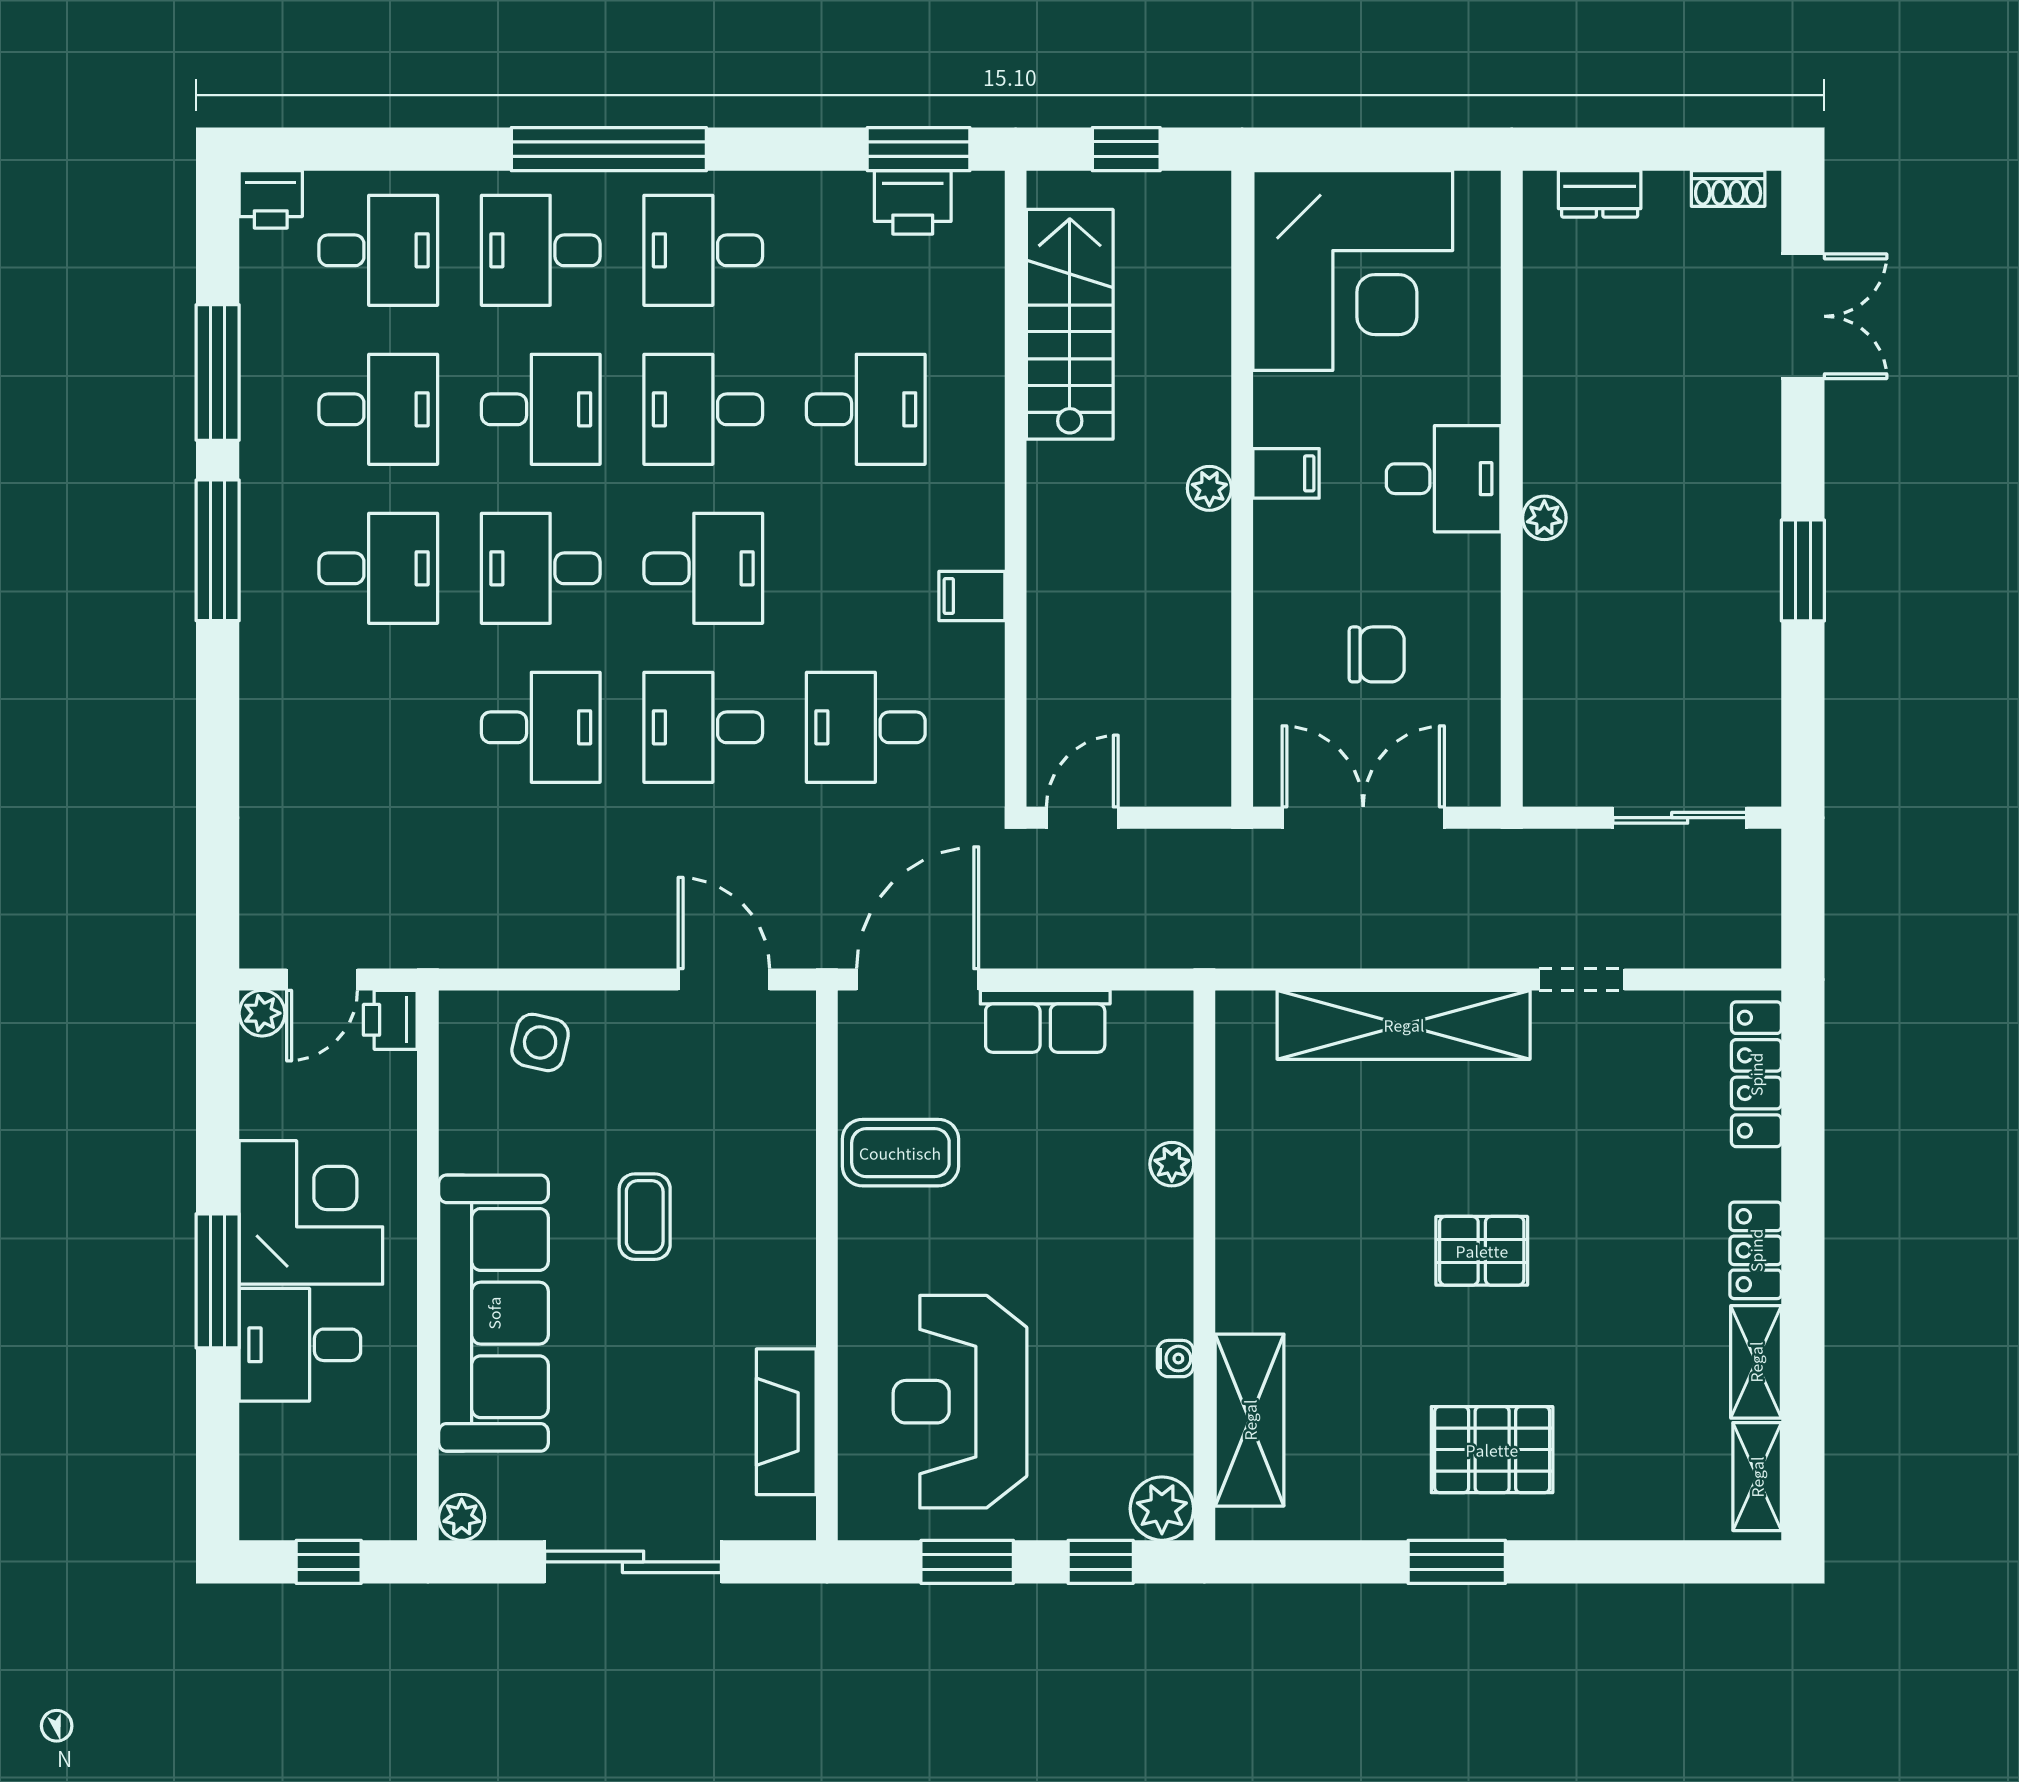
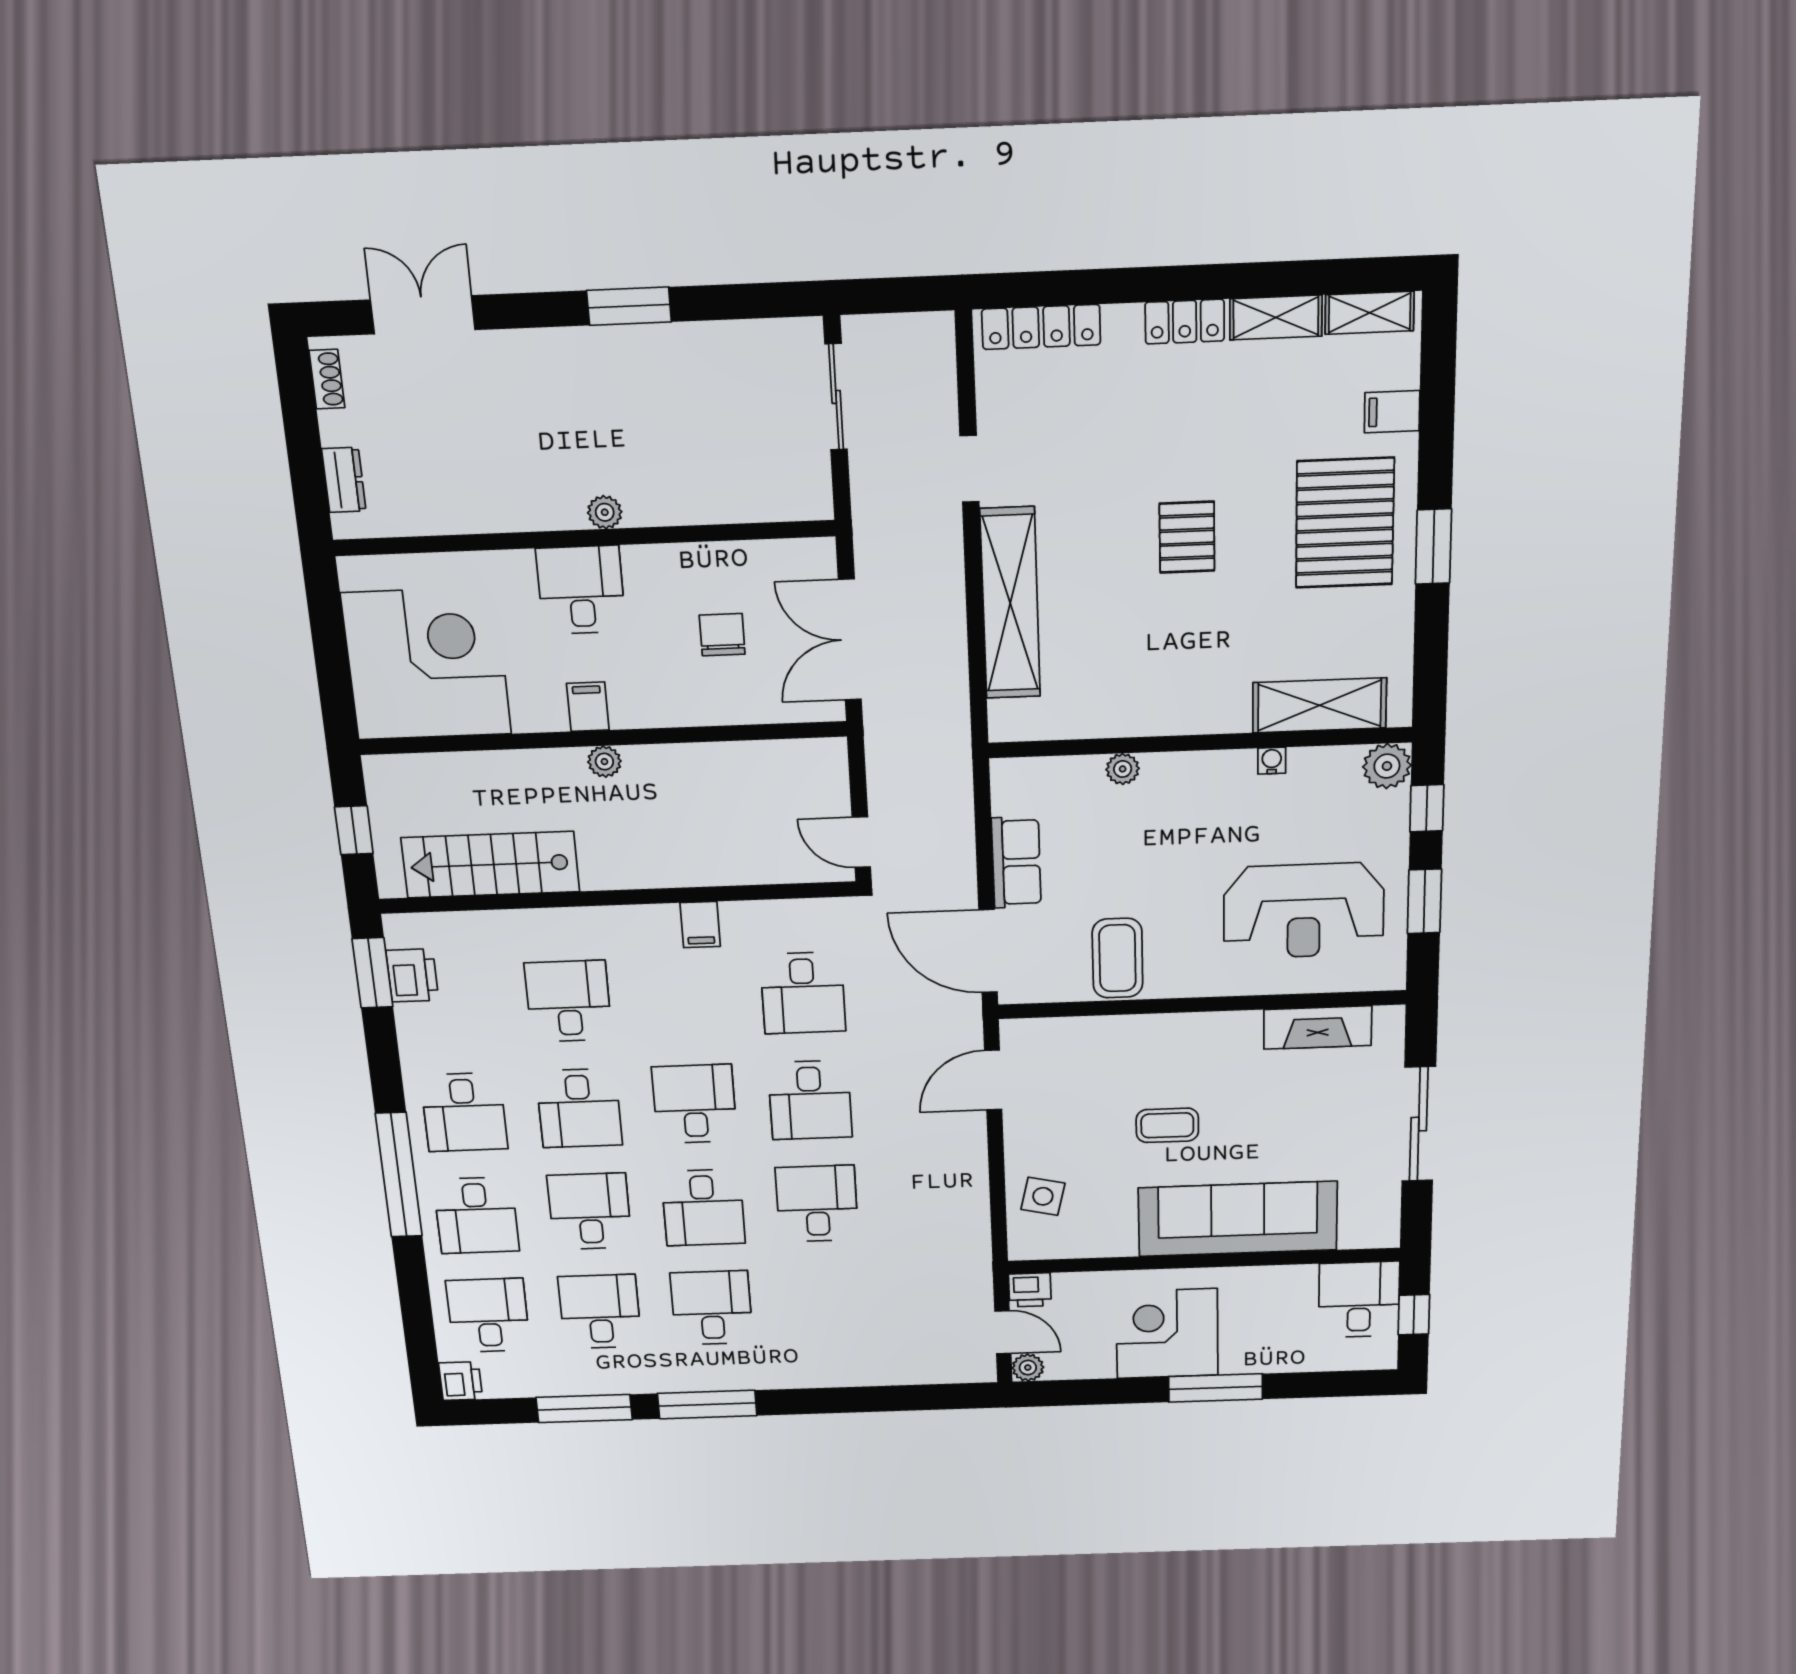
desk: (300, 1345) -> (1359, 1300), moved, turned 180
pallet: (1492, 1450) -> (1345, 523), width x1.37, depth x1.41
filing cabinet: (1633, 1506) -> (1392, 412), added
plant: (462, 1517) -> (1384, 1234), removed

